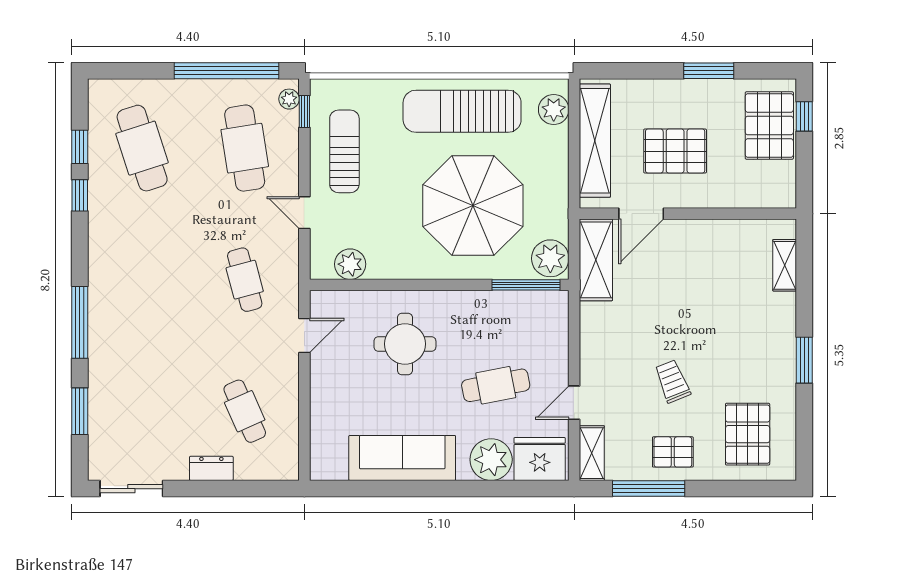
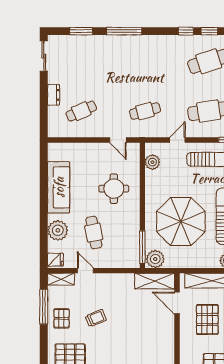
fridge: (540, 459) -> (55, 260), width x0.53, depth x0.75

